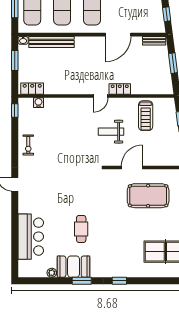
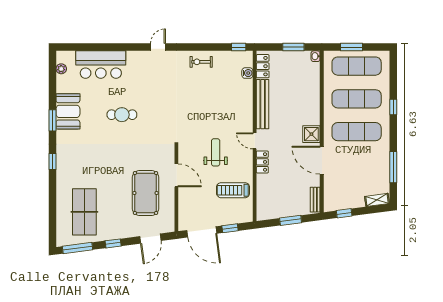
bench: (52, 42) -> (263, 104), moved
shower: (94, 44) -> (311, 134), added
cafe table: (81, 229) -> (122, 115), moved
plant: (52, 273) -> (61, 69), moved

